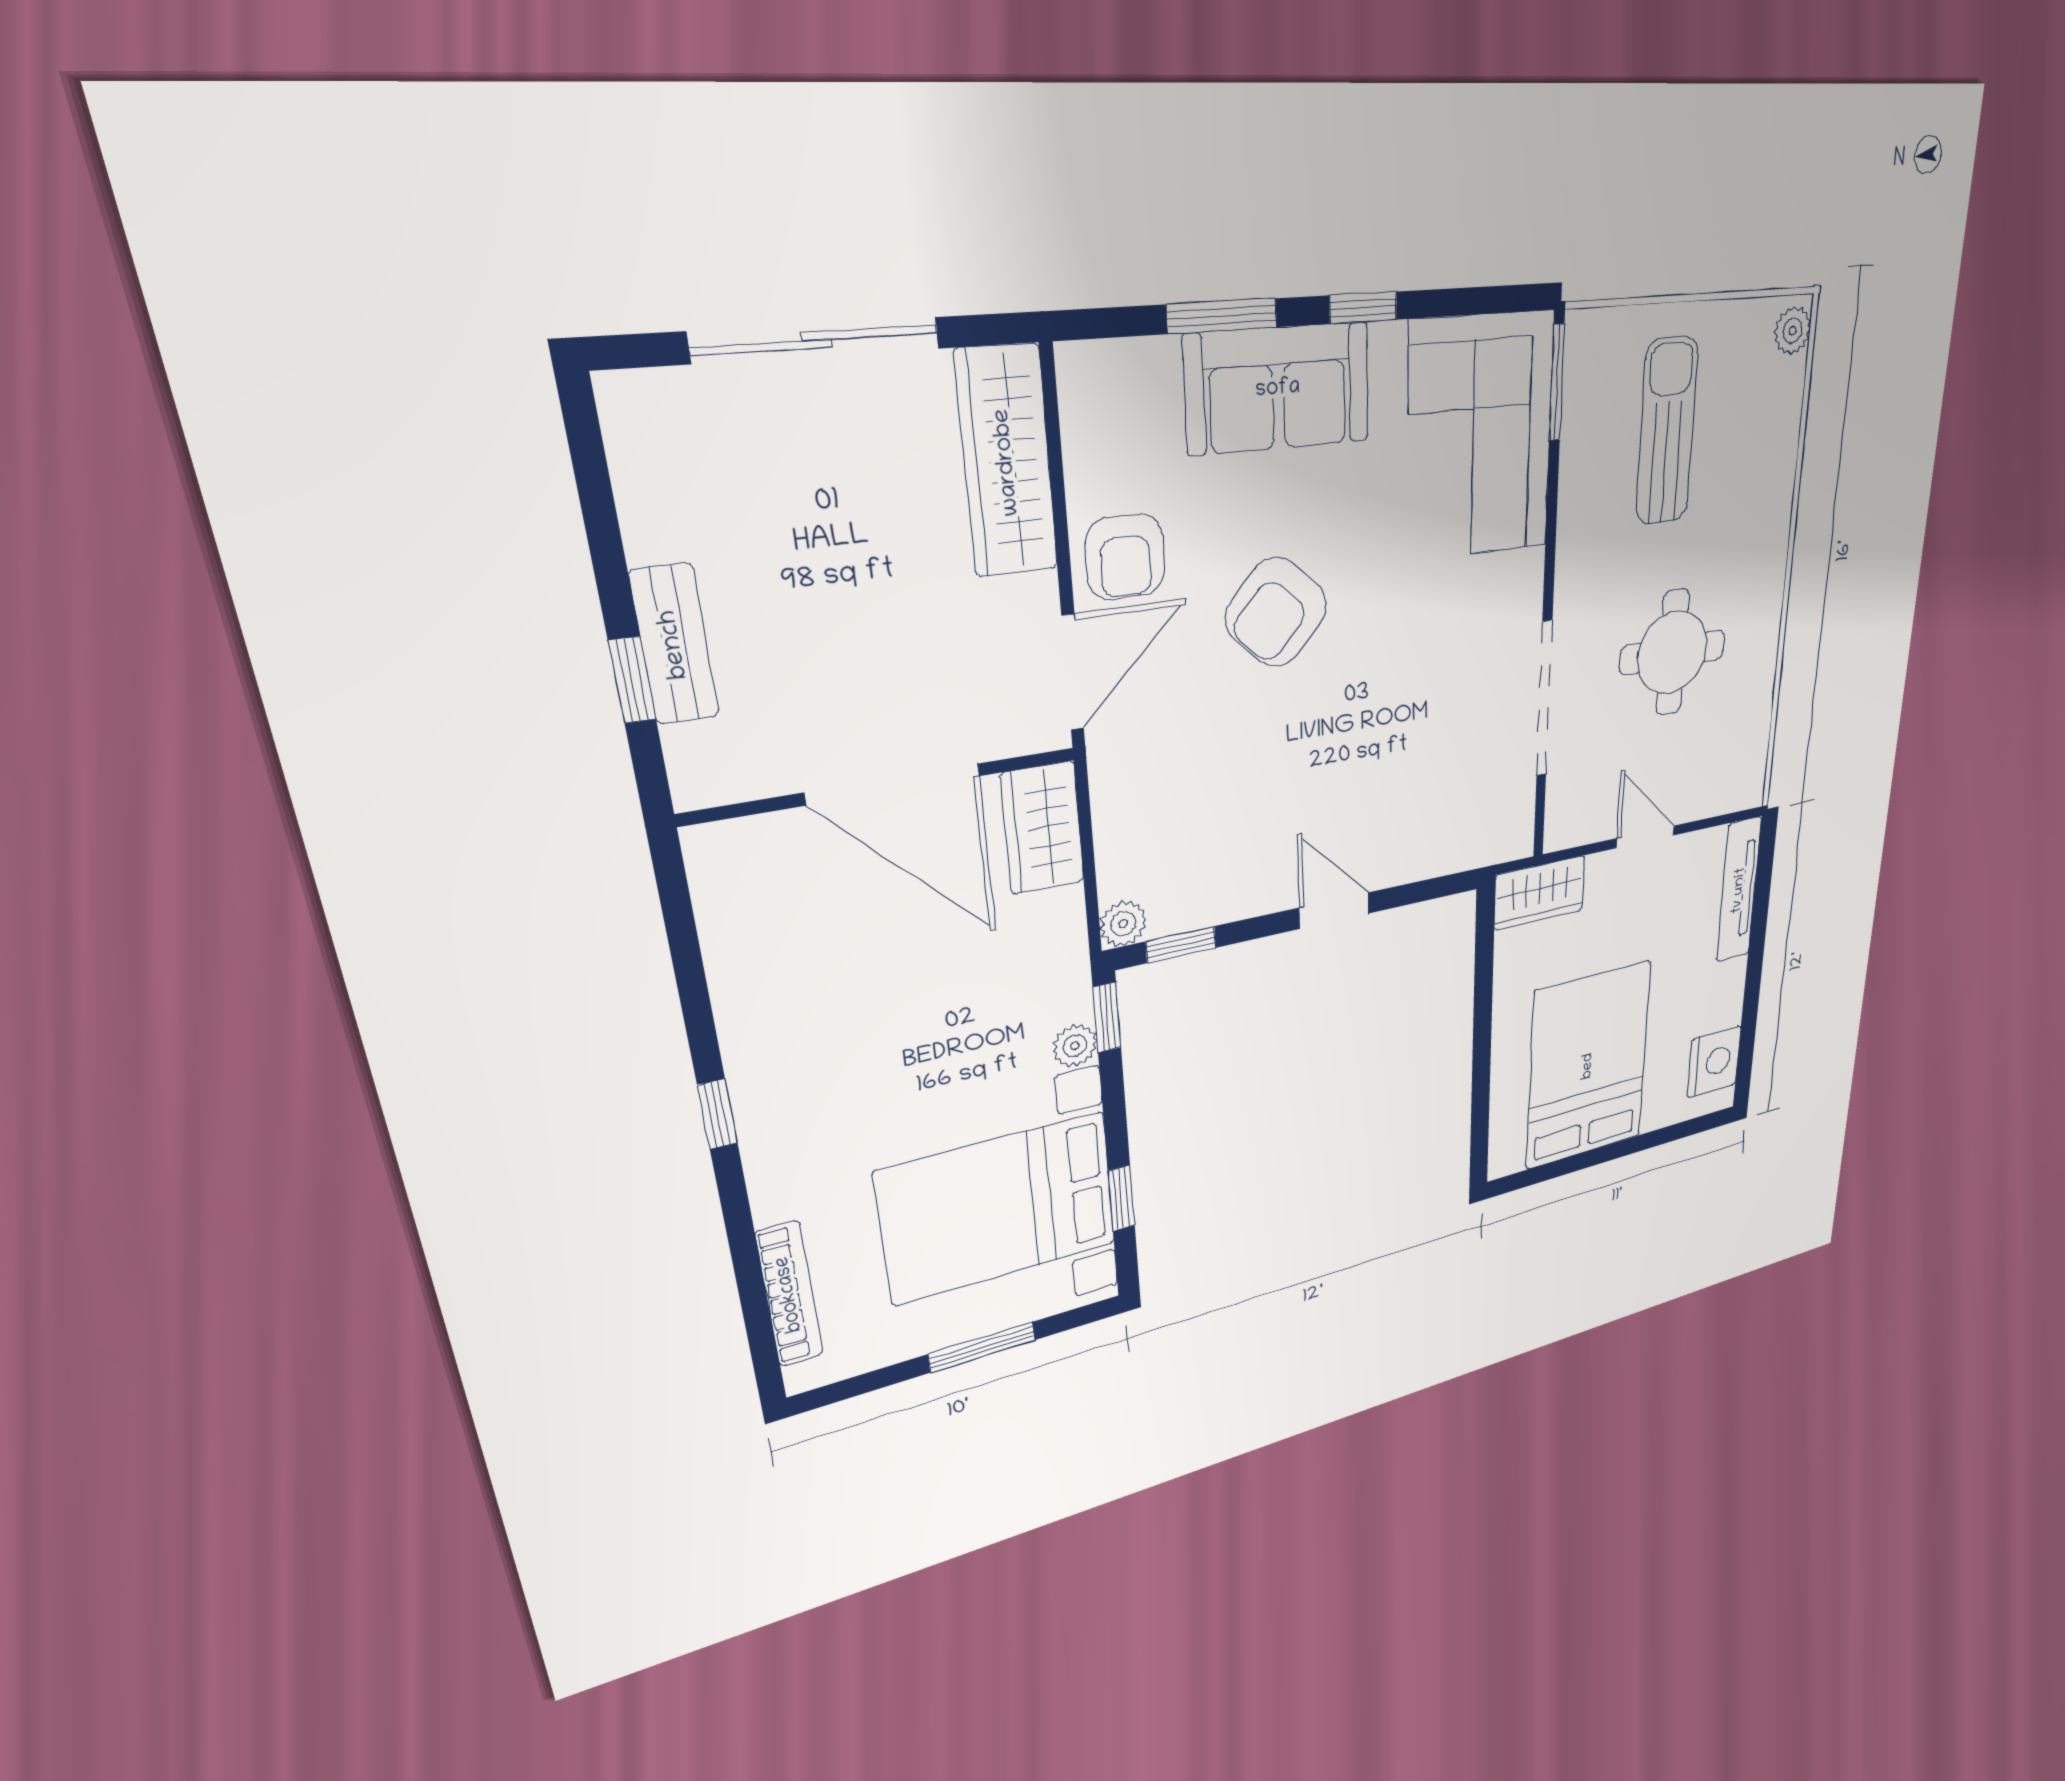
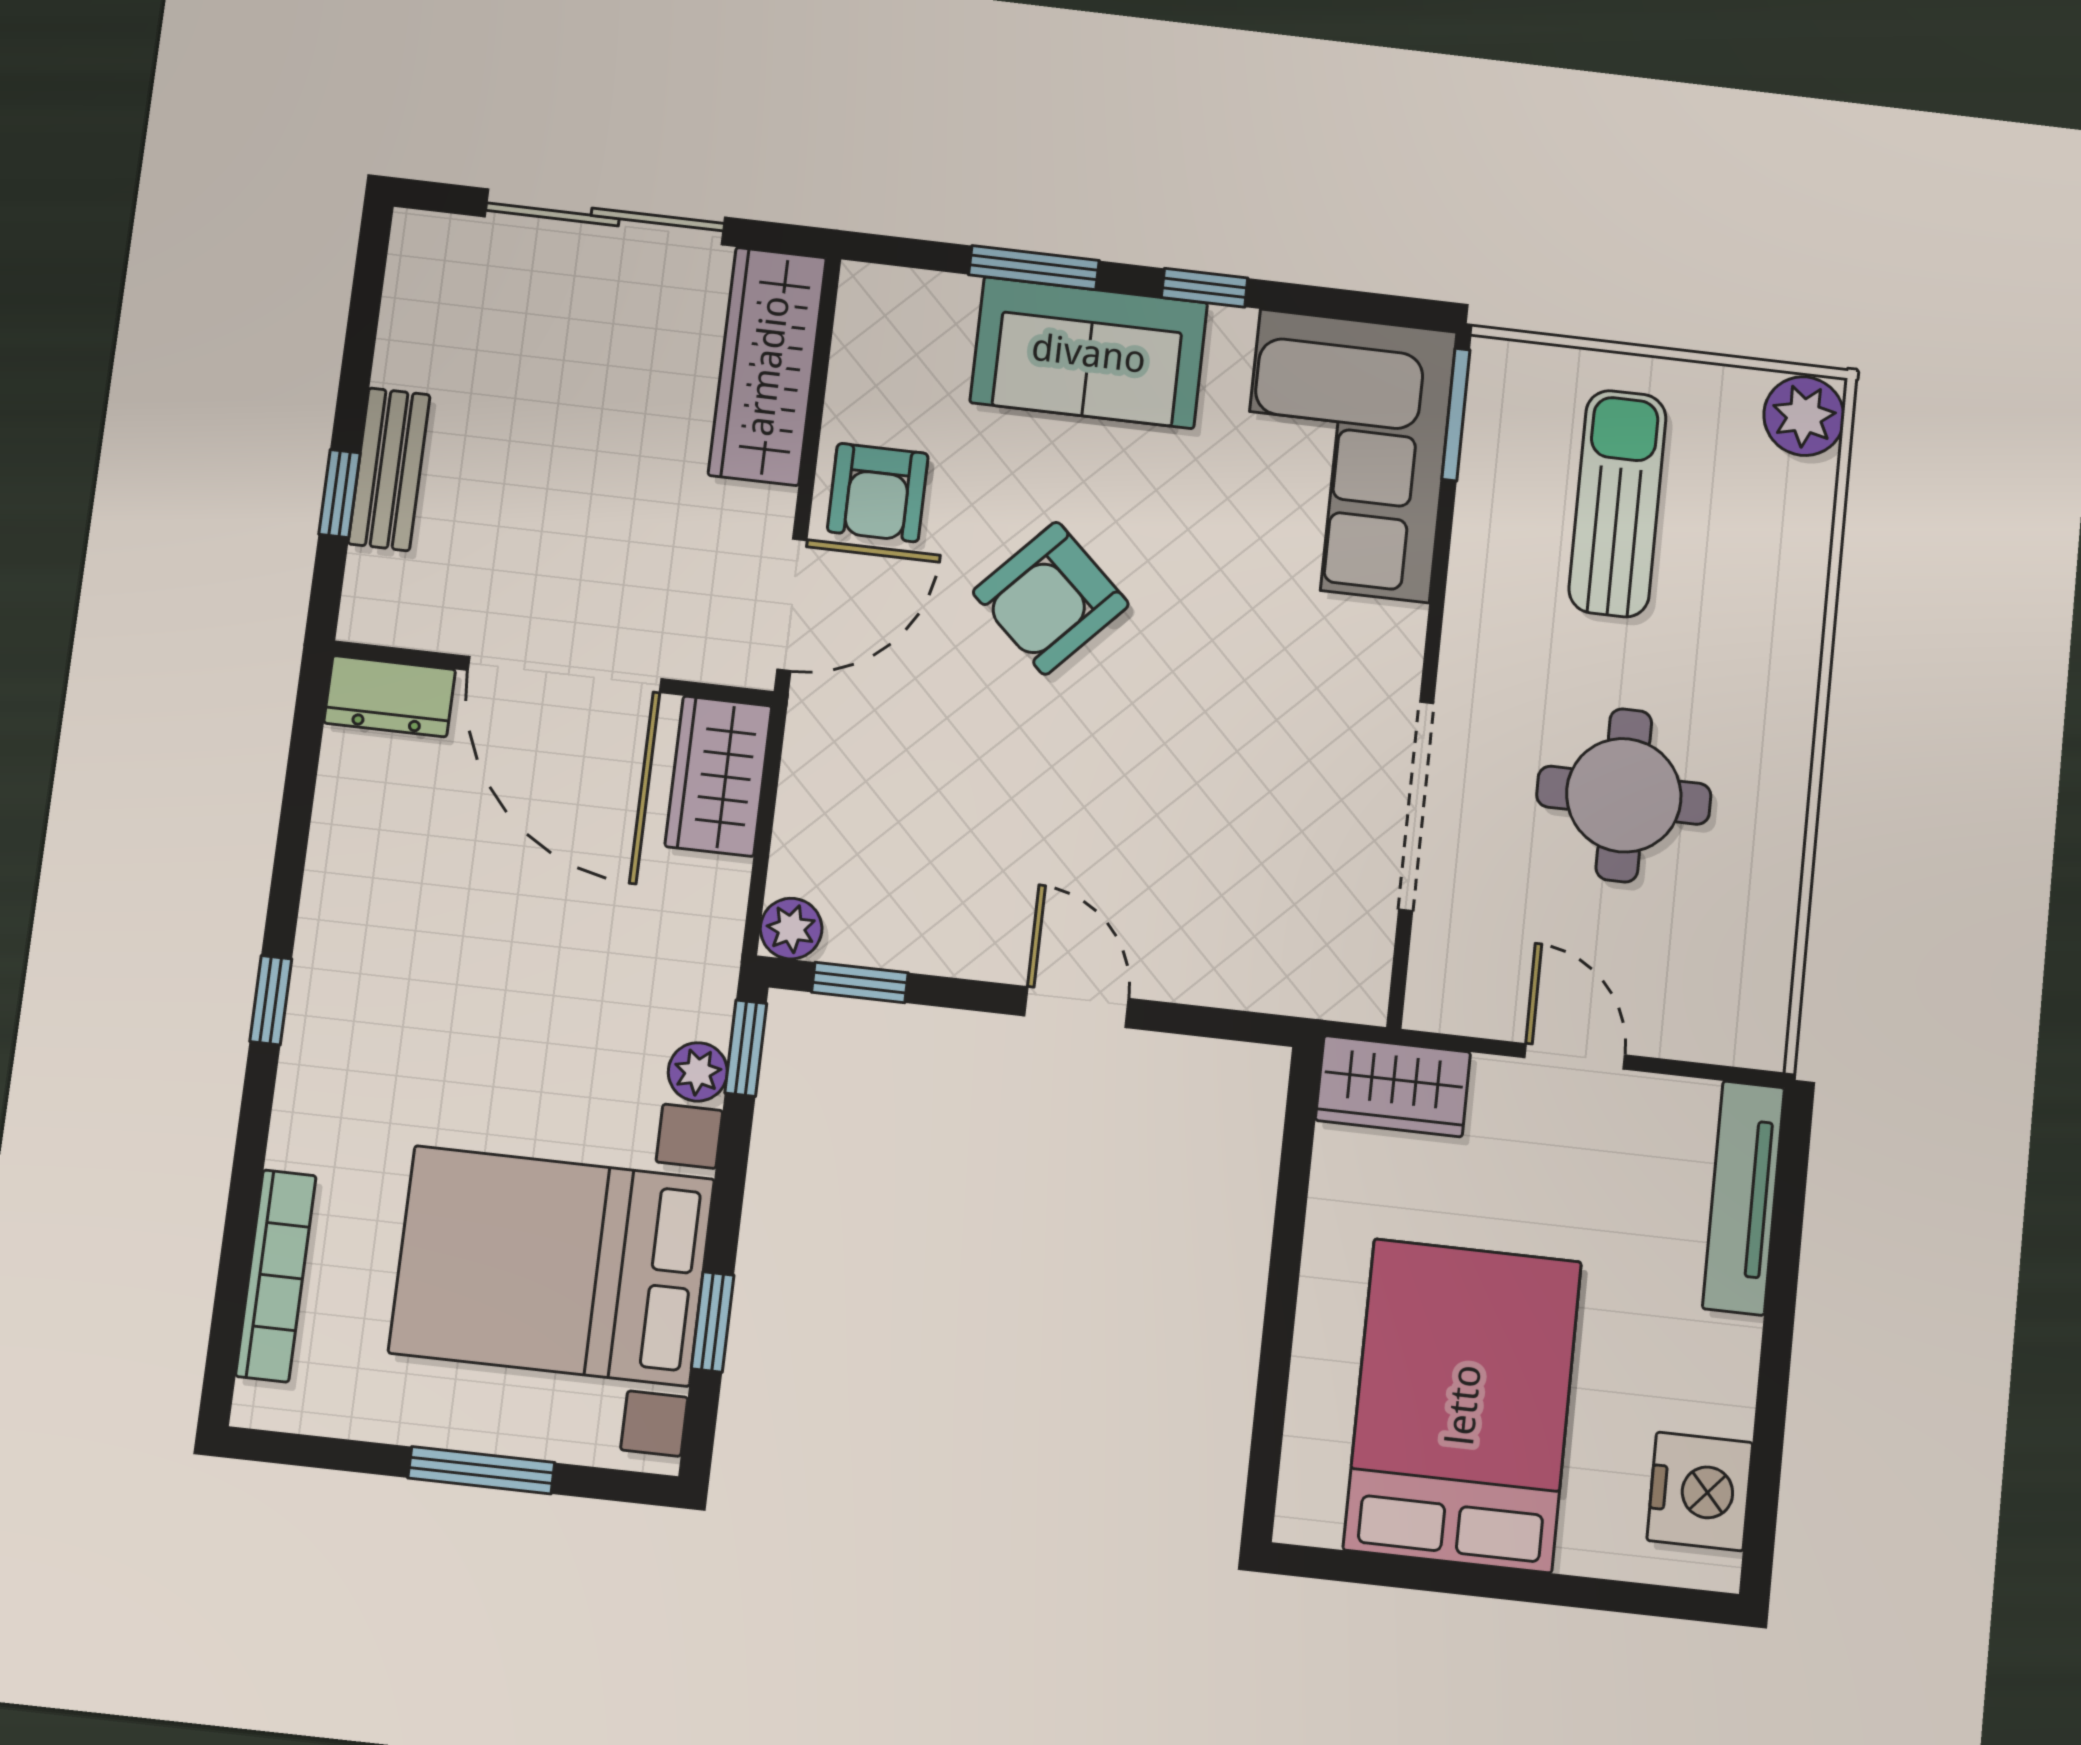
plant: (1793, 331) -> (1804, 416), width x1.38, depth x1.38
dresser: (742, 847) -> (390, 696), added

